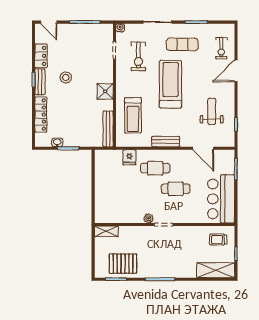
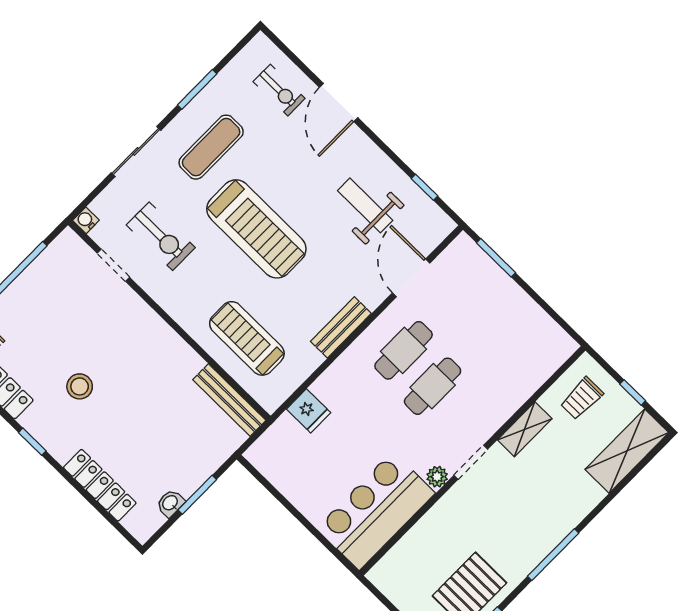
bench: (40, 82) -> (46, 435), removed
treadmill: (170, 84) -> (256, 229), turned 180
shower: (105, 91) -> (164, 345), removed
treadmill: (133, 115) -> (247, 338), turned 180
door: (203, 148) -> (411, 278), swing flipped
cafe table: (155, 168) -> (404, 350), moved
bar counter: (221, 199) -> (376, 511), moved, turned 90
shelving: (106, 231) -> (525, 429), moved

